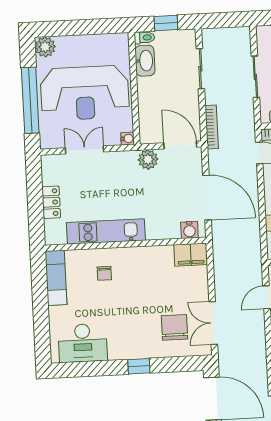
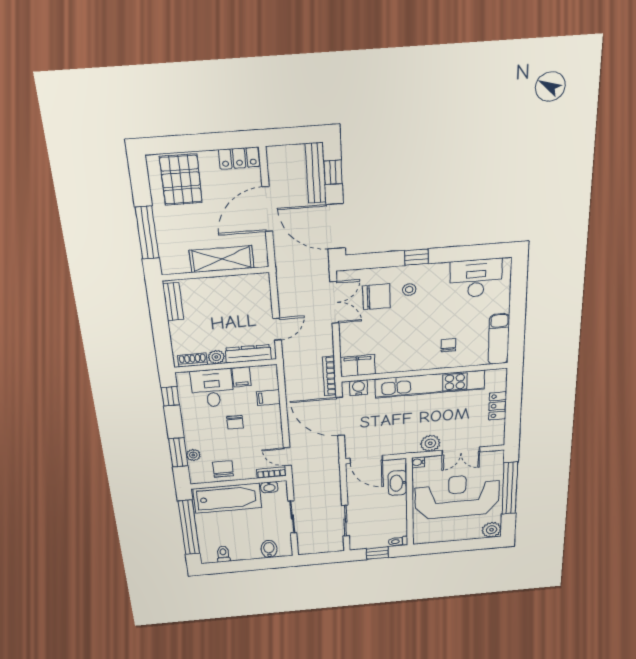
washbasin: (145, 61) -> (398, 483), moved
bookcase: (212, 127) -> (329, 376), moved
plant: (148, 159) -> (430, 443), moved
kitchen unit: (106, 231) -> (430, 384), width x1.36
chair: (174, 327) -> (376, 297), turned -90
stool: (144, 334) -> (409, 290), added

